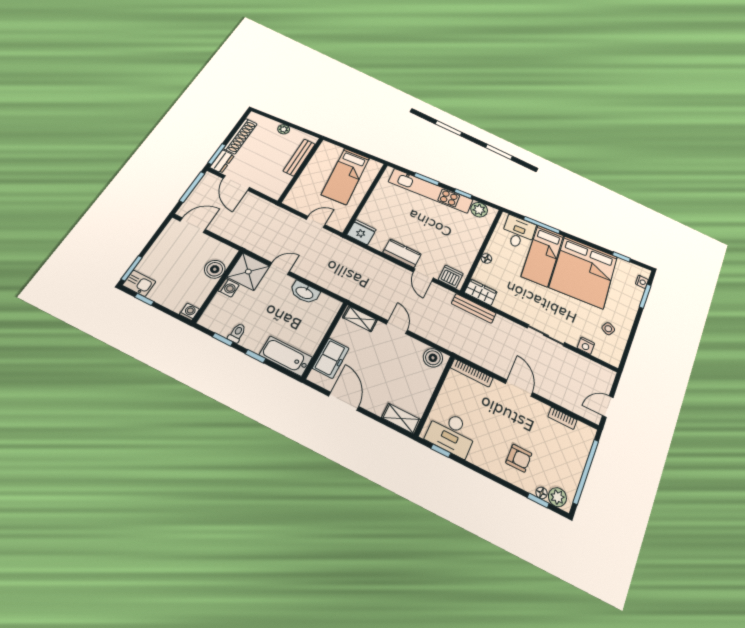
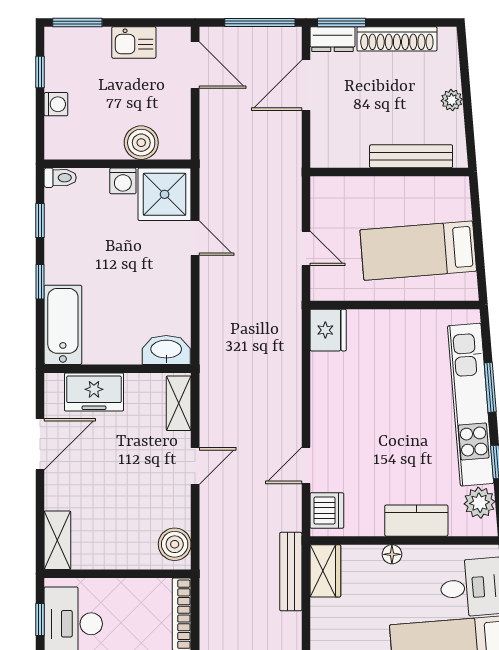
kitchen counter: (402, 253) -> (416, 521), moved, turned -90
kitchen sink: (139, 283) -> (134, 42), moved, turned 90
washbasin: (305, 292) -> (166, 350), moved, turned 90
washing machine: (189, 312) -> (56, 104), moved
toilet: (237, 333) -> (60, 178), moved

